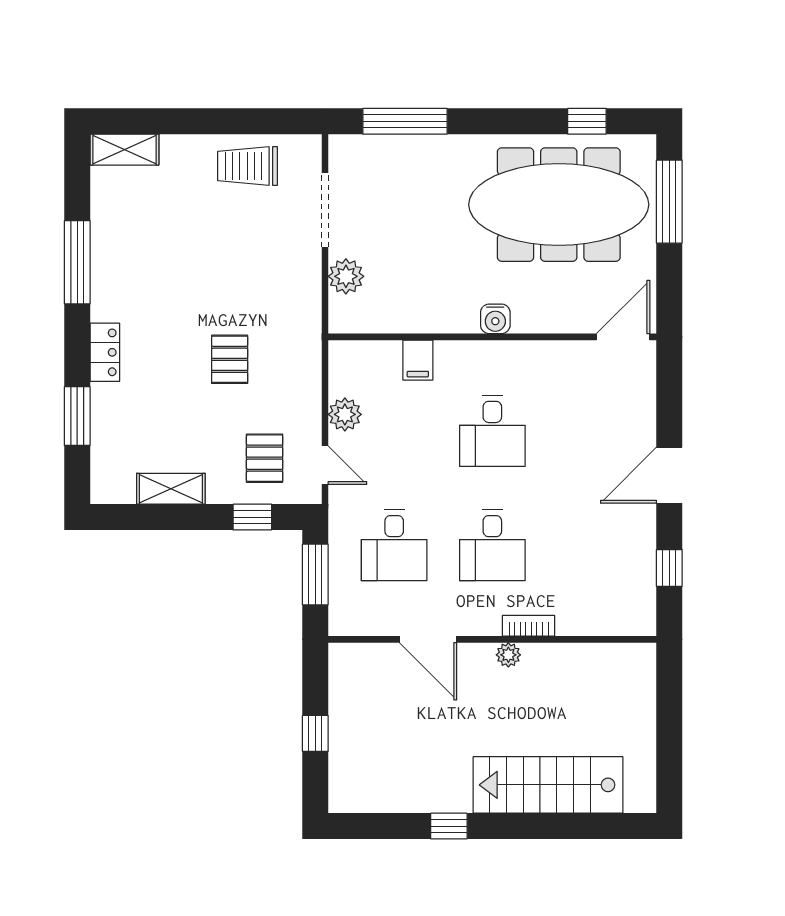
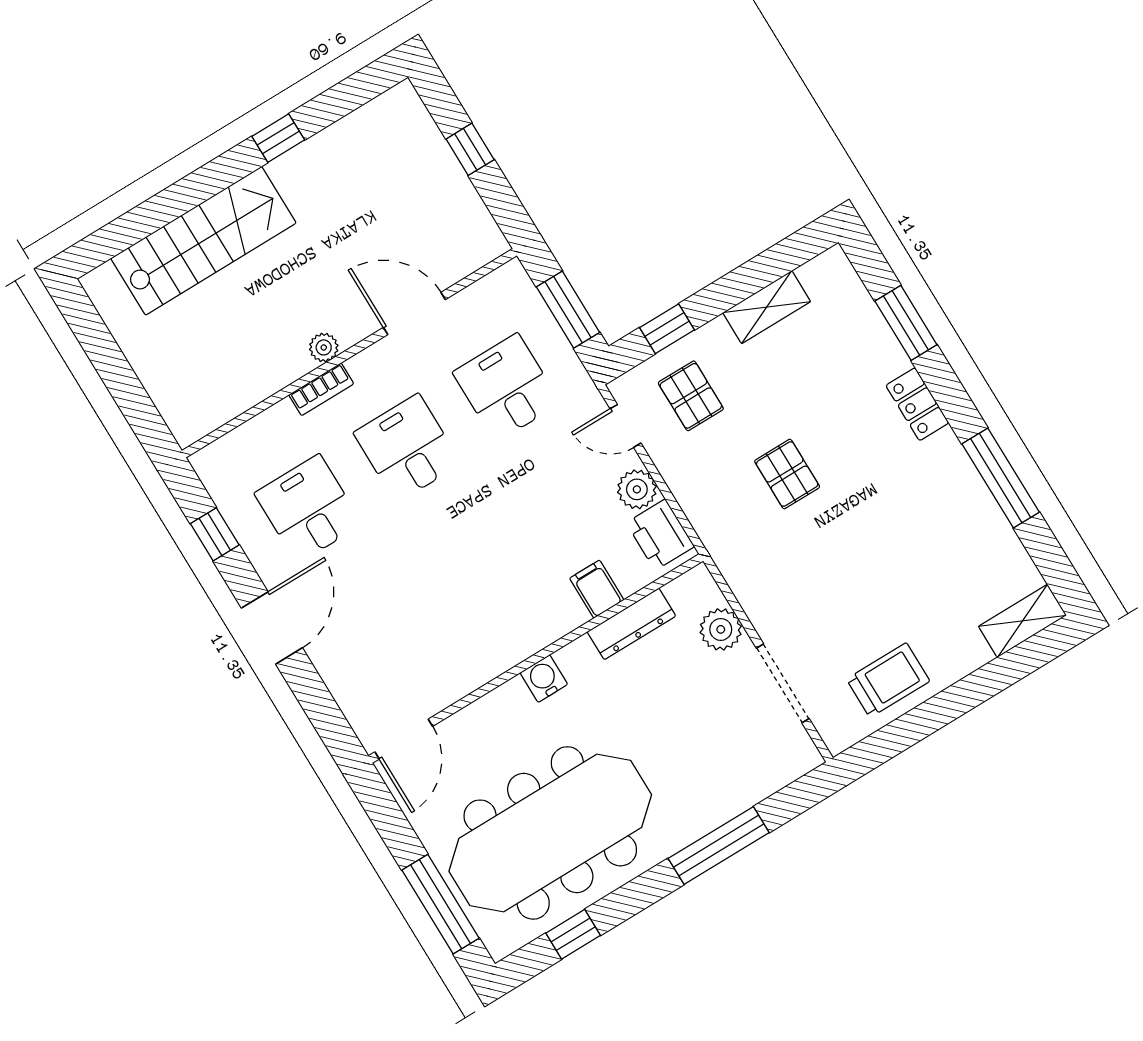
window: (405, 121) -> (719, 845), moved
dresser: (408, 320) -> (631, 624), added
printer: (348, 371) -> (660, 535), added
desk: (492, 431) -> (308, 509), moved

